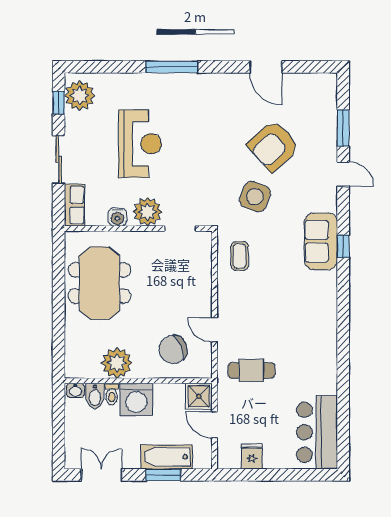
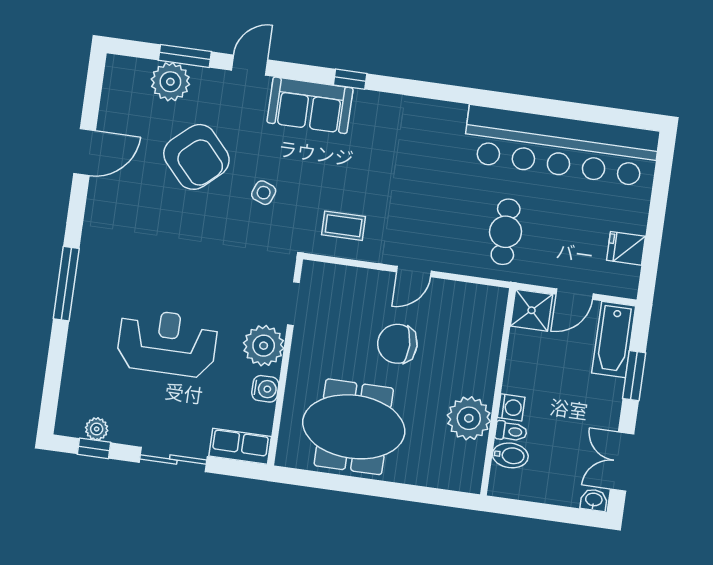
plant: (80, 96) -> (97, 429), width x0.53, depth x0.53
plant: (324, 120) -> (170, 82), added
side table: (255, 197) -> (264, 193), width x0.54, depth x0.54
sofa: (321, 241) -> (310, 105), moved
door: (214, 330) -> (414, 272), moved
chair: (173, 349) -> (397, 344), moved, turned 111
washbasin: (76, 390) -> (594, 500), moved, turned -90
washing machine: (136, 399) -> (511, 407), width x0.53, depth x0.53
bar counter: (317, 432) -> (561, 146), width x1.86
bathtub: (167, 457) -> (614, 340), moved

